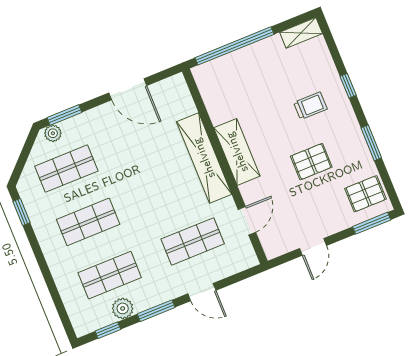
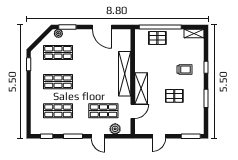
shelving: (237, 152) -> (141, 88), moved
pallet: (365, 194) -> (157, 38), moved
plant: (123, 308) -> (115, 129), moved

